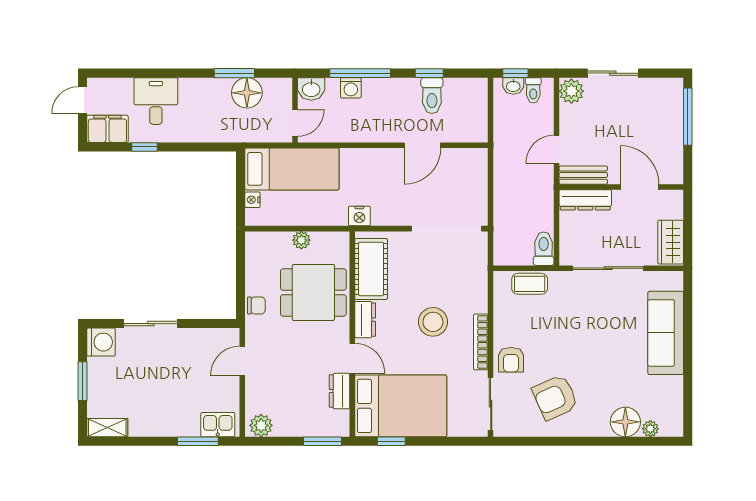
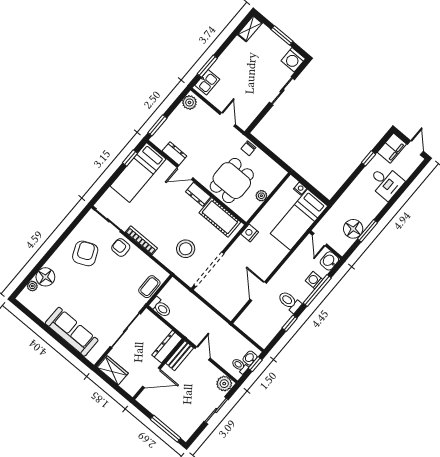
toilet: (432, 96) -> (290, 302), moved
stool: (433, 322) -> (186, 249), moved
bed: (401, 406) -> (138, 173), width x0.67

